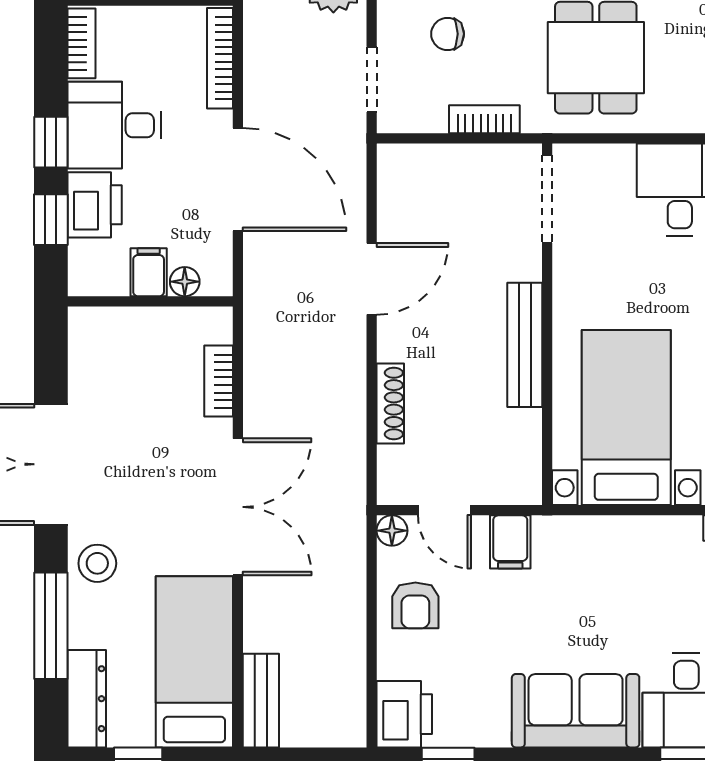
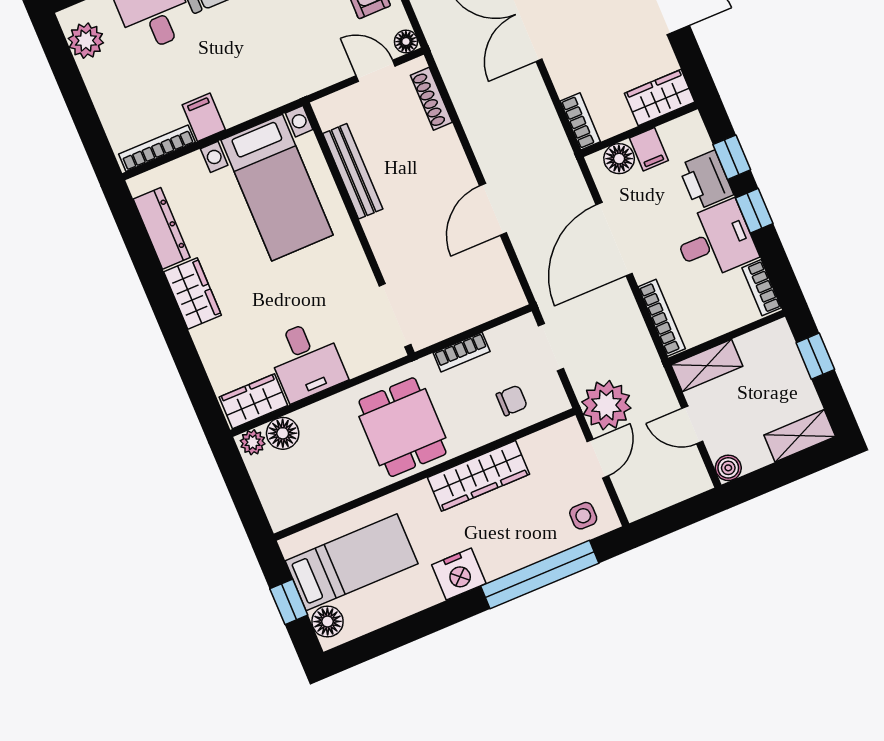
door: (238, 179) -> (614, 239), hinge flipped
floor lamp: (185, 282) -> (619, 159), width x1.37, depth x1.37
wardrobe: (109, 330) -> (660, 98), added
bench: (525, 345) -> (353, 171), moved
bookcase: (219, 381) -> (580, 121), moved
shoe rack: (390, 404) -> (431, 99), moved
filing cabinet: (510, 542) -> (204, 117), moved

